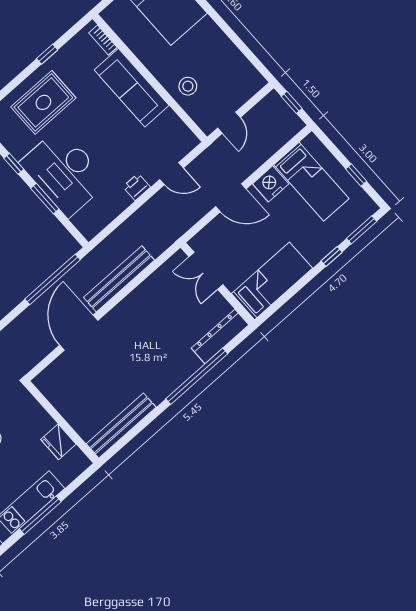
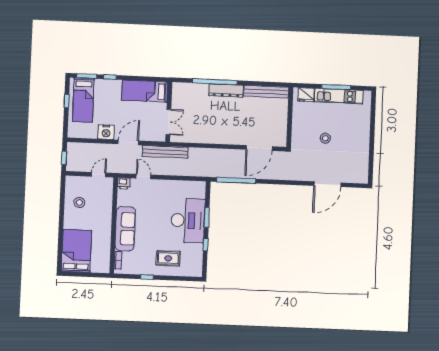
stool: (188, 86) -> (79, 202), moved
rug: (43, 102) -> (168, 258), width x0.73, depth x0.70
bed: (311, 182) -> (83, 100), moved, turned 180
printer: (137, 187) -> (124, 183), moved
door: (231, 198) -> (128, 142), hinge flipped
bench: (119, 279) -> (165, 152), moved
door: (79, 333) -> (259, 148), moved
dresser: (220, 337) -> (226, 90), moved
fridge: (58, 442) -> (306, 95), moved, turned 90

